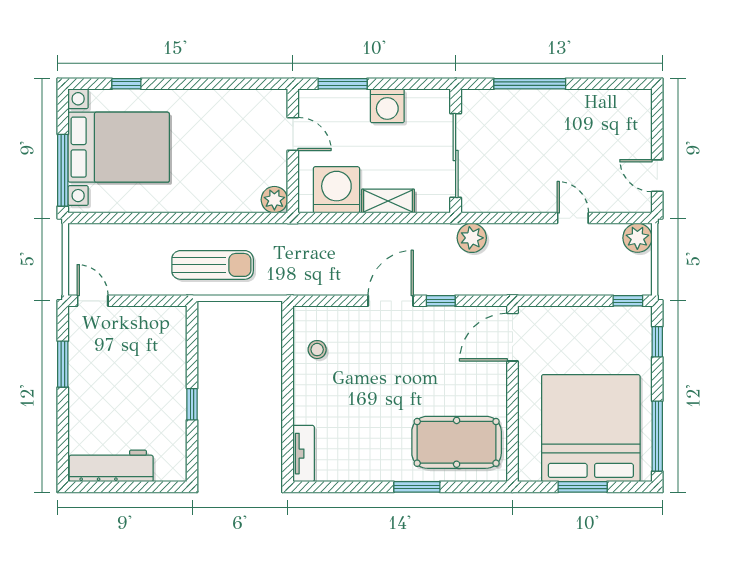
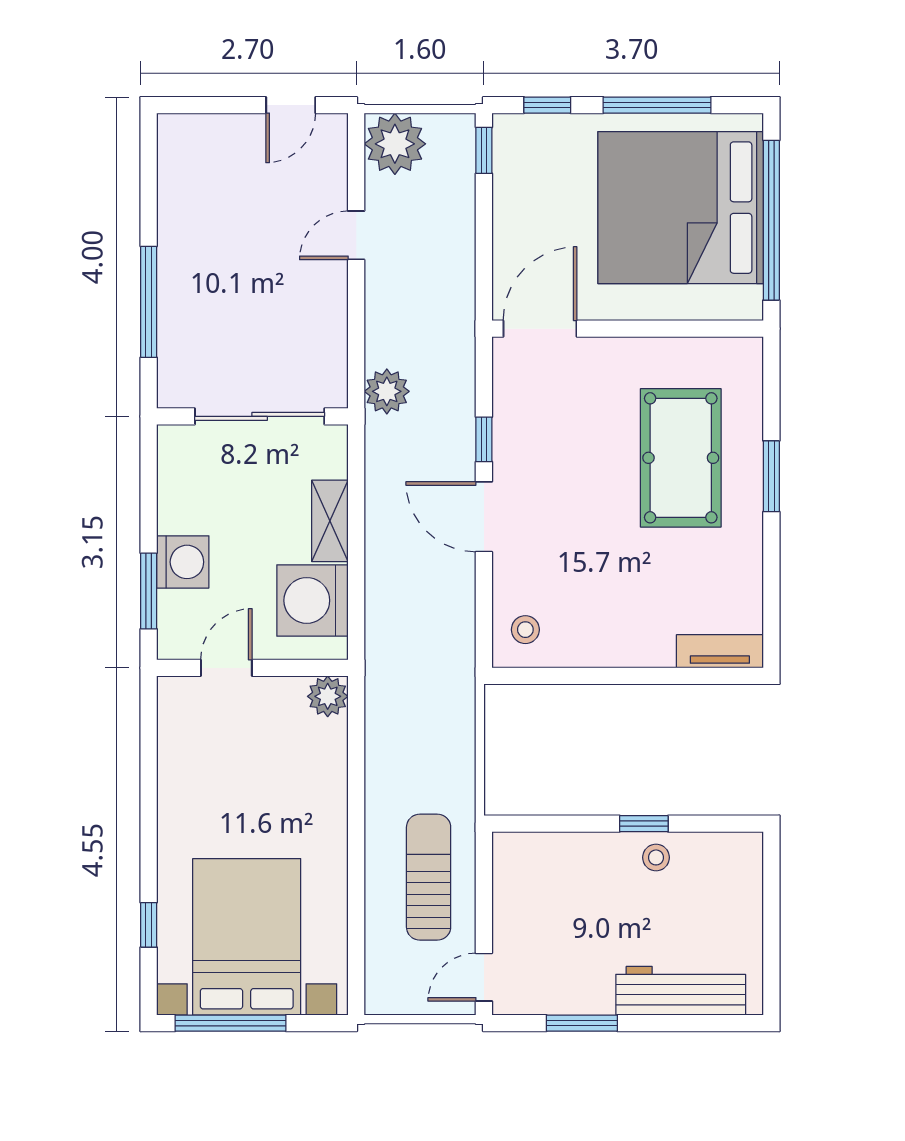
washing machine: (387, 106) -> (183, 562), moved
window: (63, 170) -> (230, 1023), moved
plant: (637, 238) -> (395, 144), width x1.36, depth x1.36
sun lounger: (213, 265) -> (429, 877), moved
door: (512, 337) -> (540, 329), swing flipped
stool: (317, 350) -> (525, 630), moved
stool: (170, 412) -> (656, 857), added
window: (657, 436) -> (657, 105), moved
pool table: (457, 442) -> (681, 458), moved
workbench: (111, 466) -> (681, 991), moved, turned 90
window: (583, 487) -> (771, 220), width x2.11

